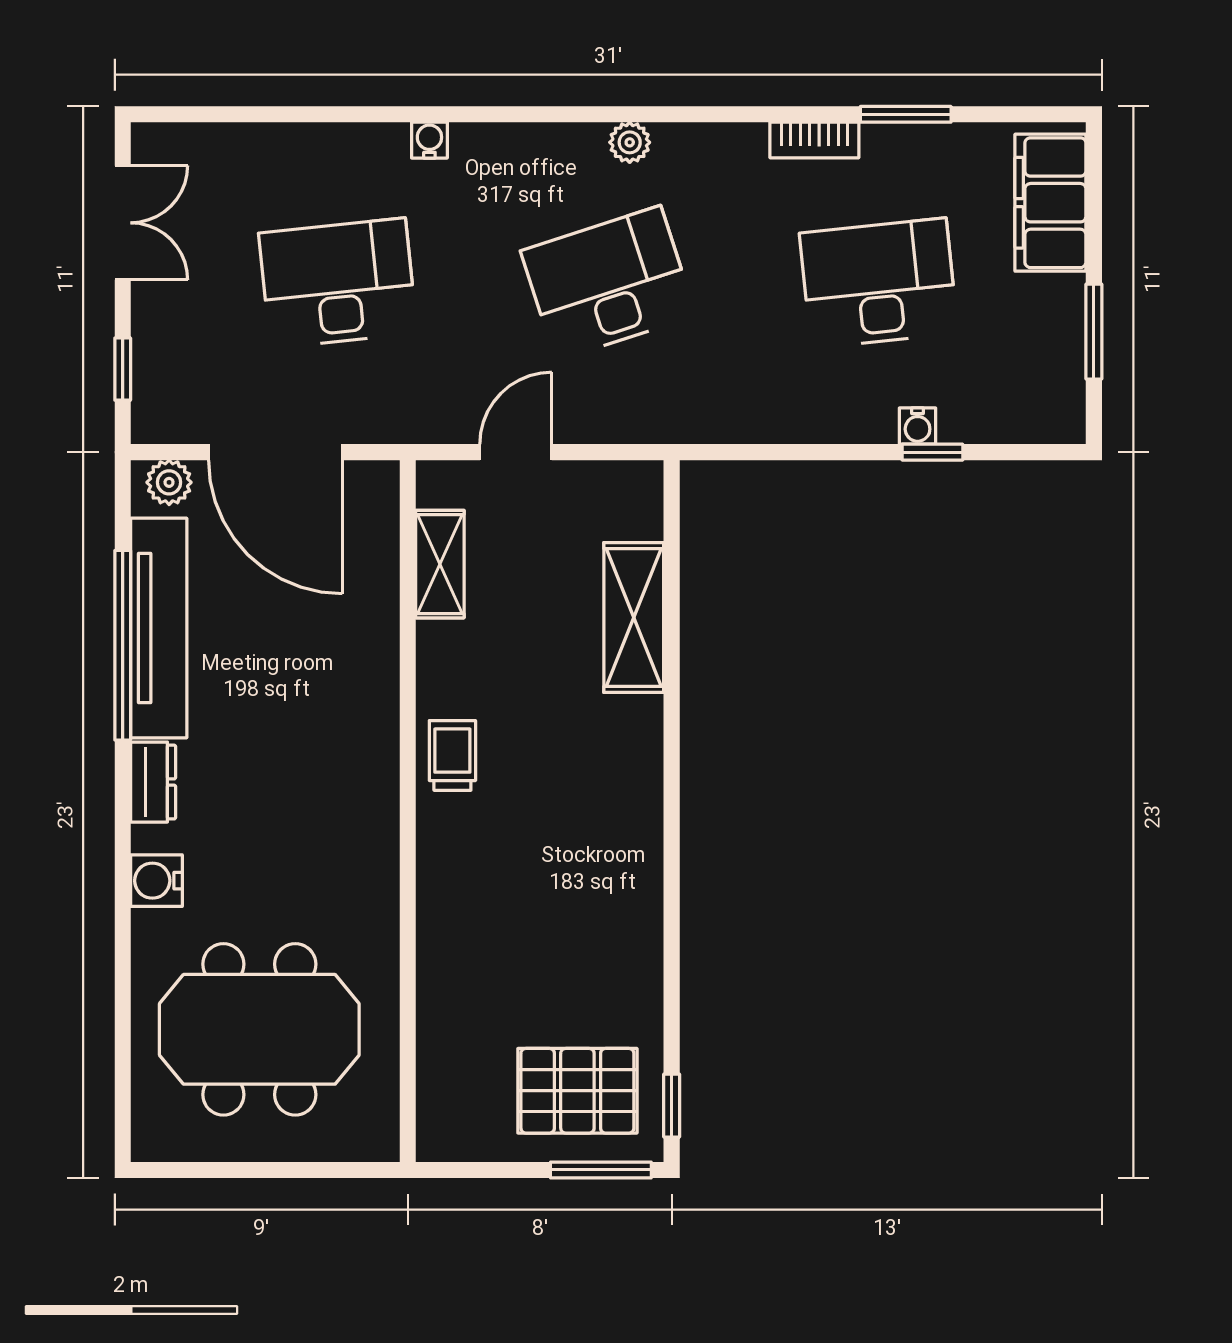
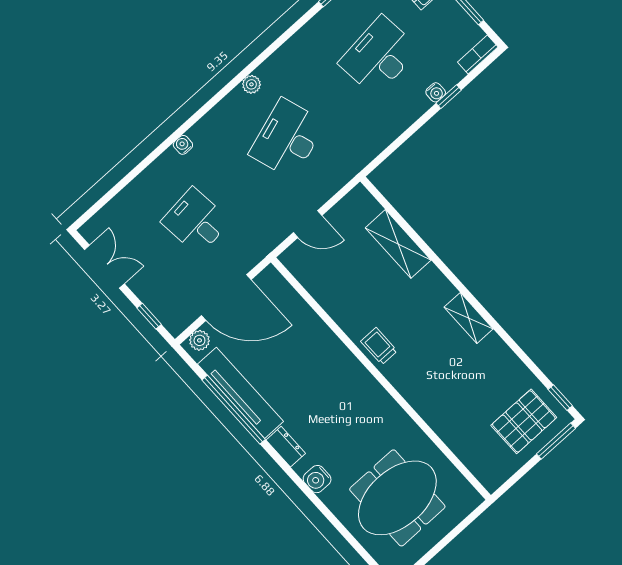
bookcase: (814, 140) -> (478, 55), moved, turned 180
desk: (338, 283) -> (196, 221), width x0.73
door: (516, 452) -> (308, 224), swing flipped
shelving: (440, 564) -> (469, 318), moved

